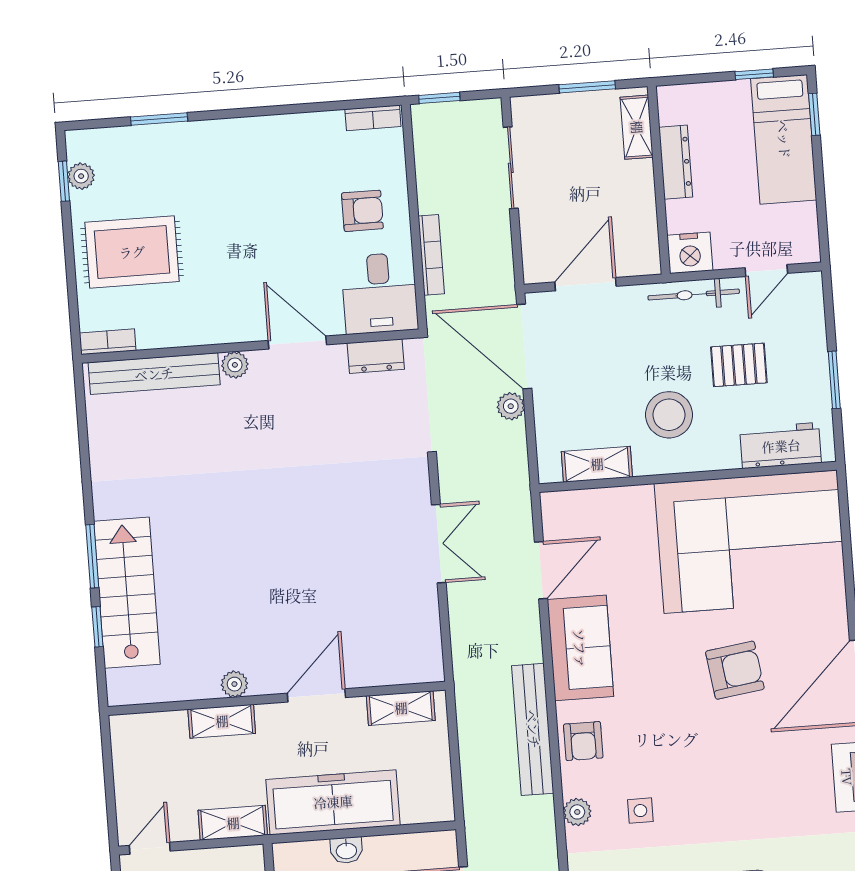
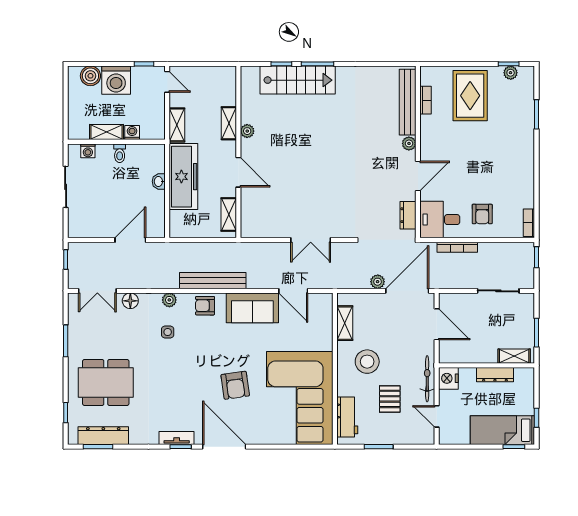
bookcase: (108, 342) -> (426, 100), moved

